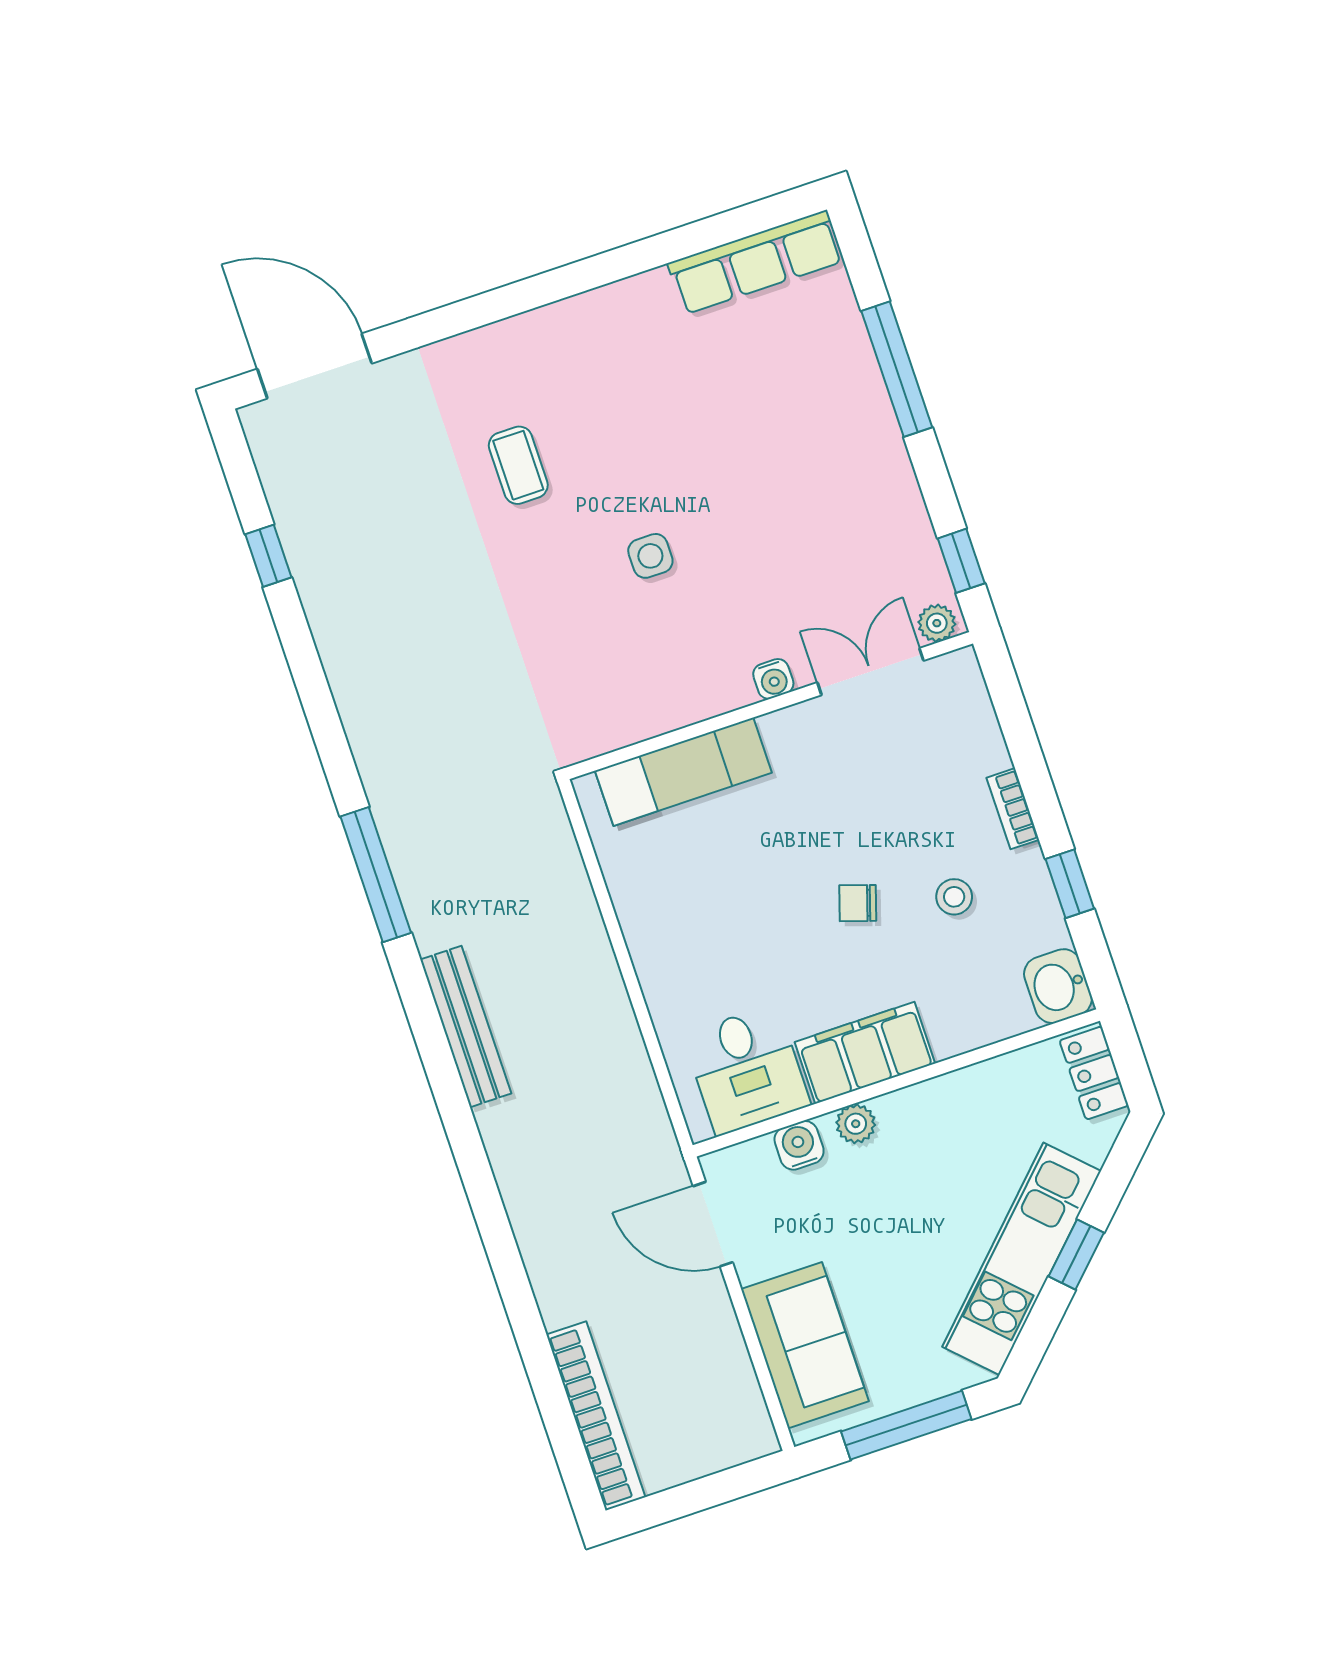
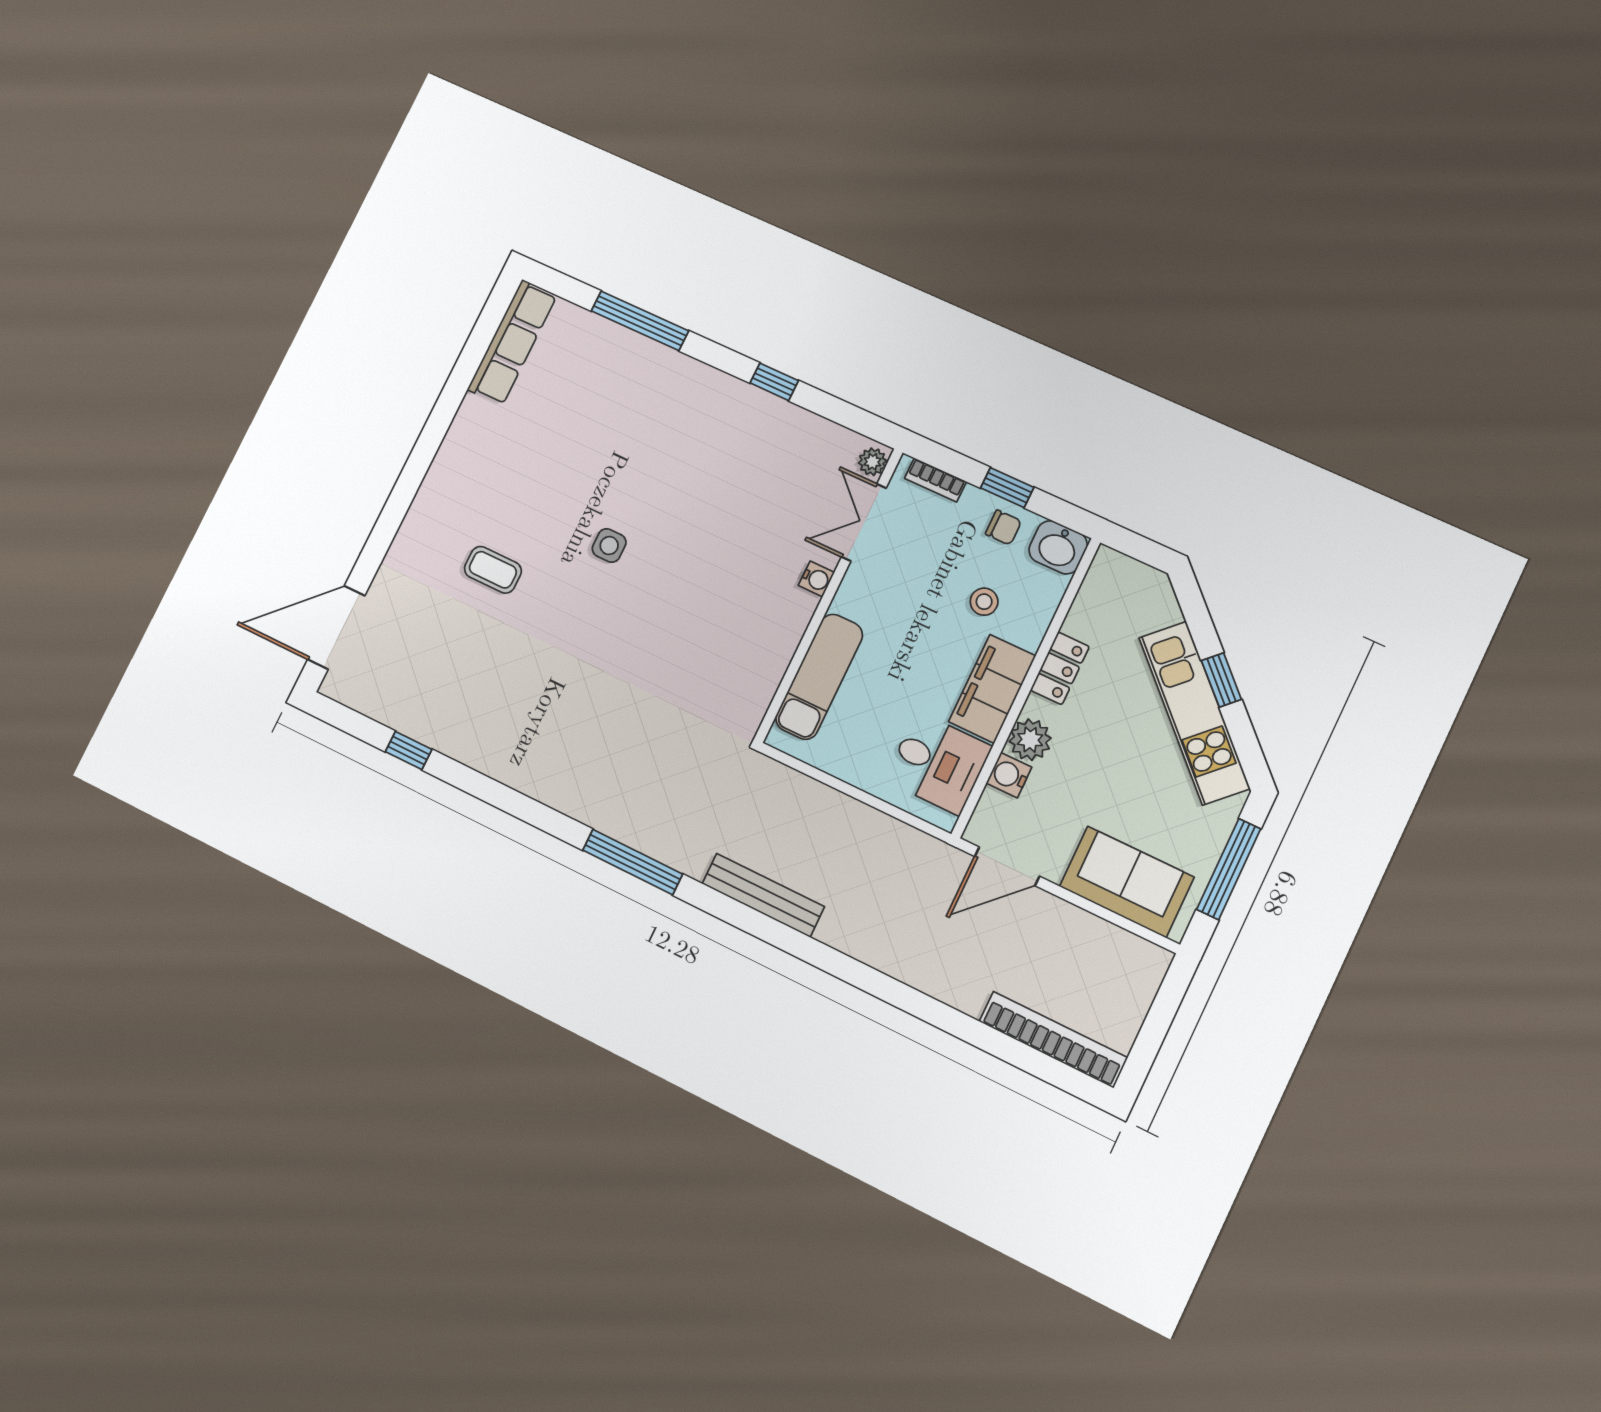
plant: (937, 623) -> (872, 462), moved
double door: (871, 672) -> (864, 522), moved
water cooler: (773, 679) -> (816, 579), moved
wall: (769, 706) -> (829, 595), moved
exam couch: (683, 772) -> (819, 677), moved
stool: (954, 897) -> (984, 602), moved
chair: (858, 903) -> (1003, 527), moved, turned -108
locker: (1094, 1073) -> (1060, 668), moved, turned -90
plant: (856, 1124) -> (1030, 740), width x1.38, depth x1.38

